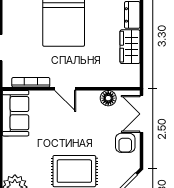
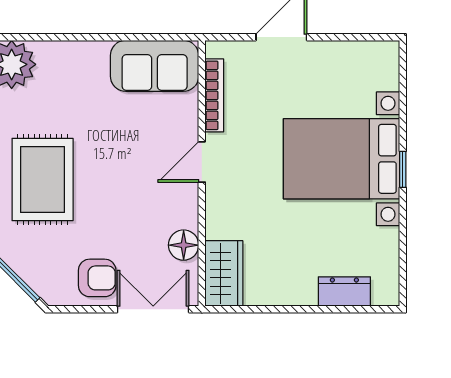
wardrobe: (130, 47) -> (224, 273), moved, turned 90
armchair: (125, 143) -> (97, 278), turned 180

